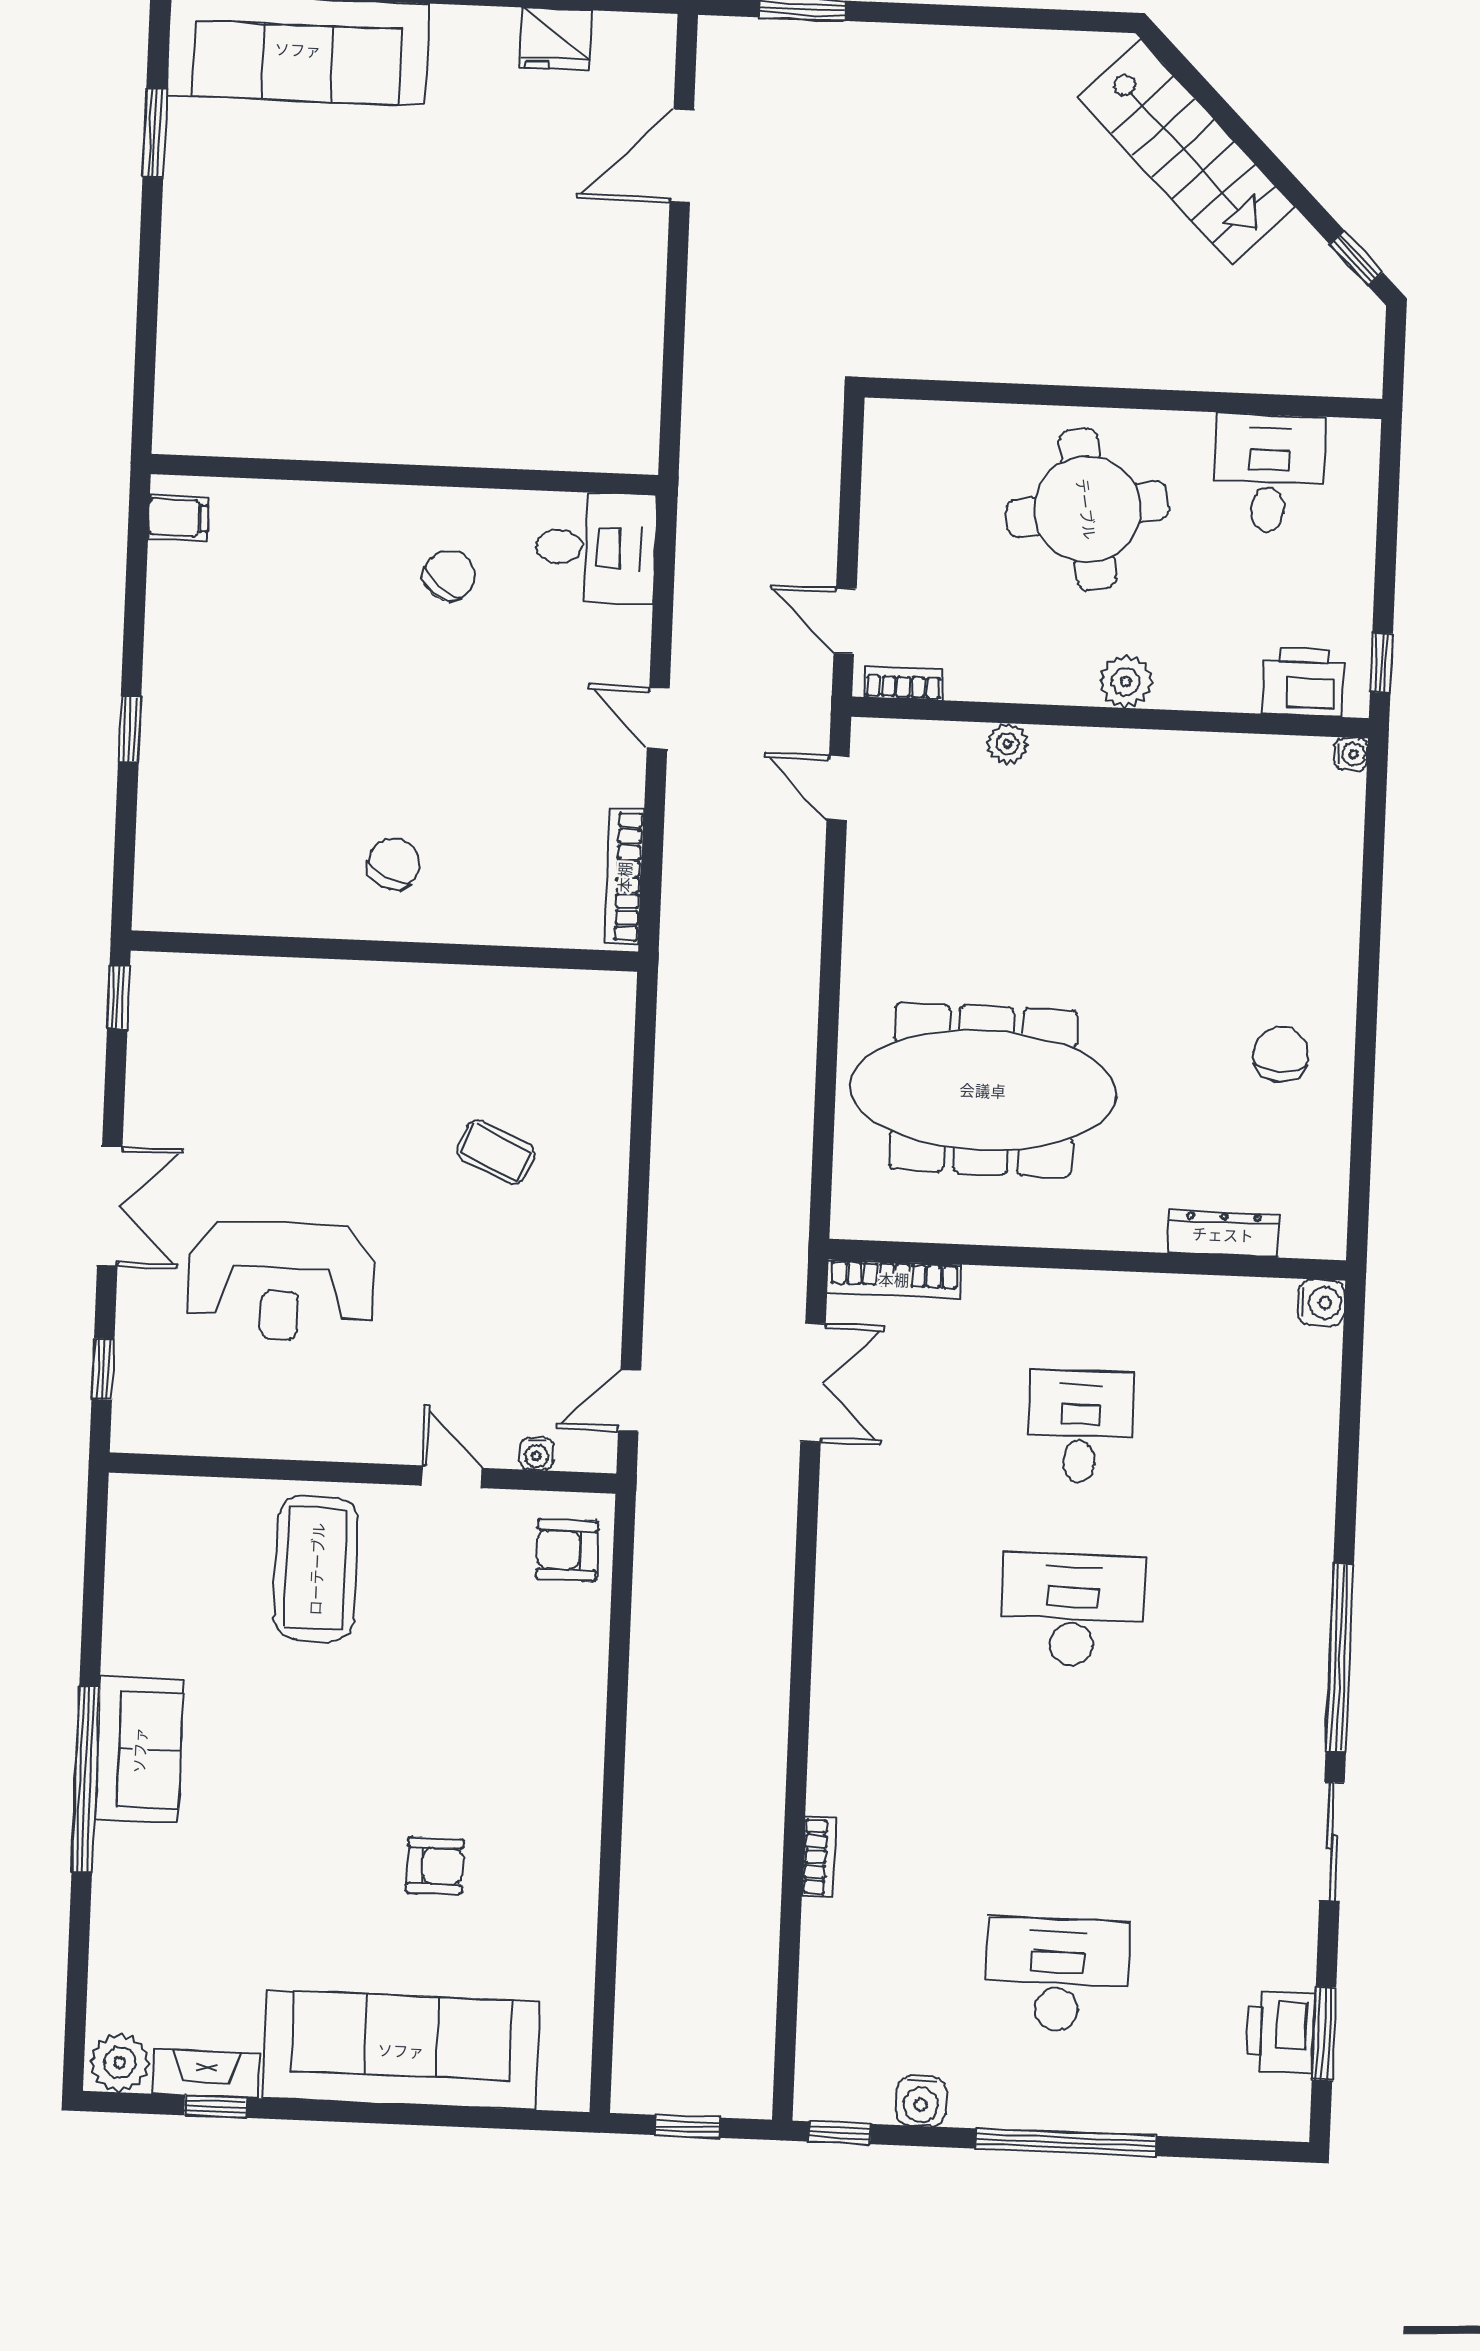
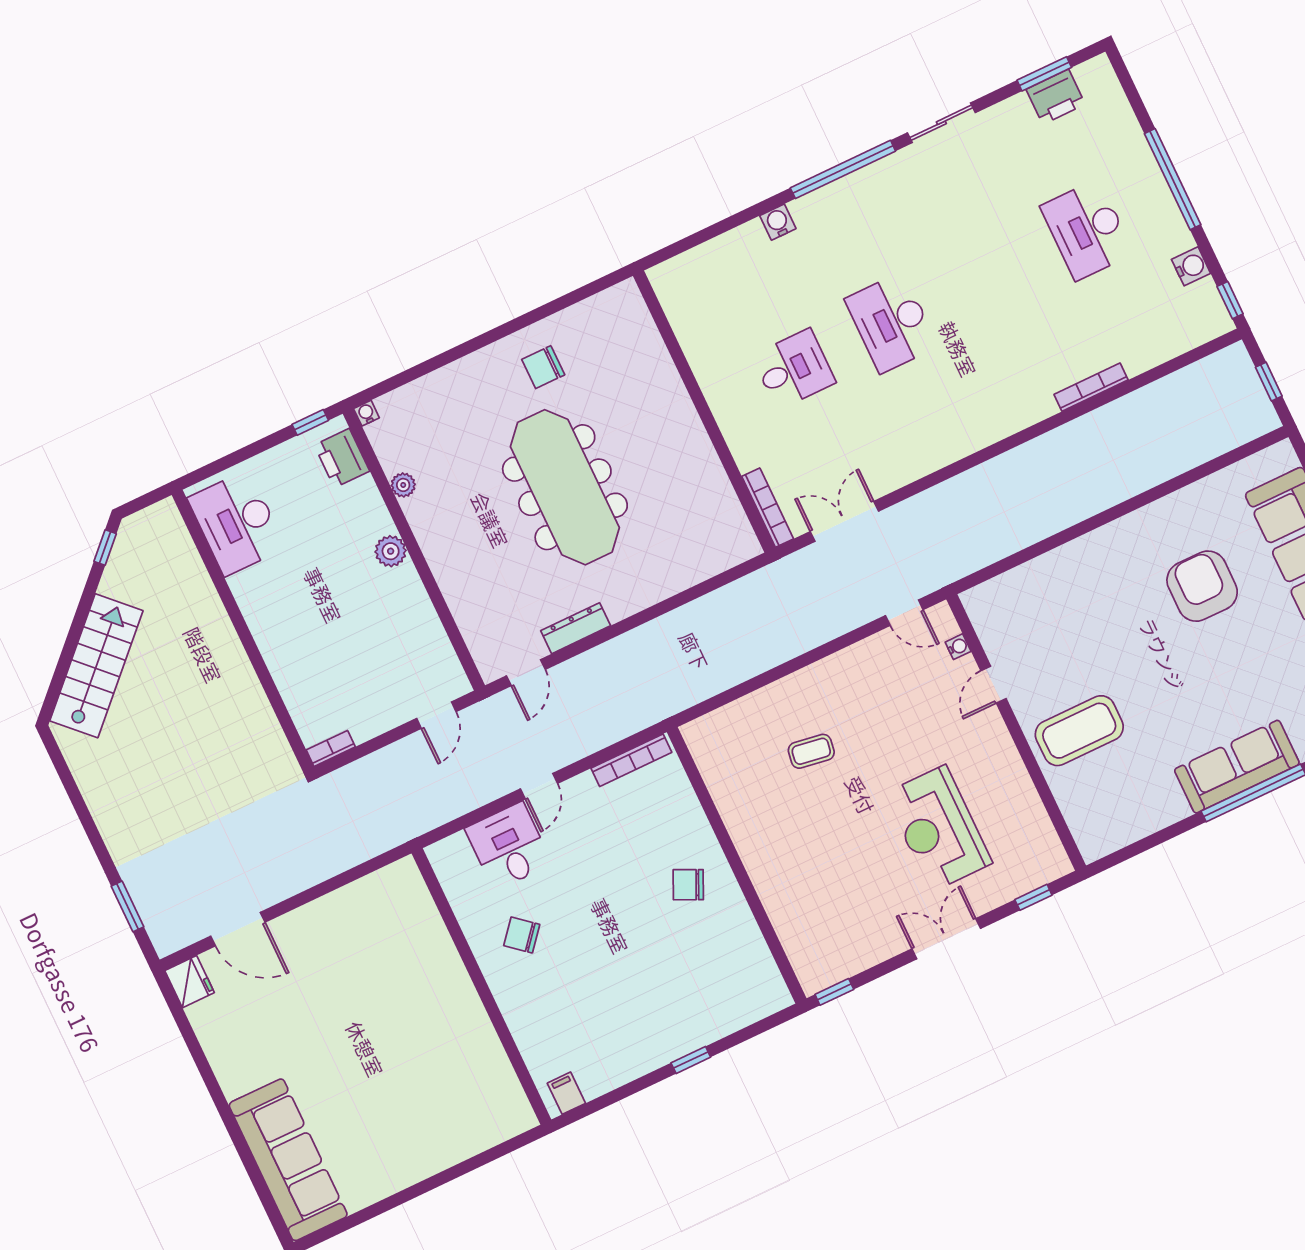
fridge: (556, 39) -> (190, 982), moved
window: (155, 133) -> (371, 1212), removed
desk: (1269, 473) -> (237, 523), width x1.37
round table: (1087, 509) -> (311, 619), removed
desk: (596, 548) -> (509, 846), moved
bookcase: (903, 683) -> (331, 748), moved, turned 90
plant: (1008, 744) -> (403, 485), moved
meeting table: (983, 1090) -> (565, 487), moved
coffee table: (496, 1152) -> (811, 751), turned 75
dresser: (1223, 1234) -> (576, 628), moved, turned 90
reception desk: (281, 1281) -> (938, 828), turned 180
water cooler: (1321, 1303) -> (778, 222), moved
desk: (1080, 1427) -> (794, 369), turned 180
armchair: (567, 1550) -> (1000, 604), removed
sofa: (139, 1750) -> (1237, 767), width x1.36
bookcase: (819, 1857) -> (1091, 387), width x1.56
armchair: (435, 1866) -> (1202, 586), width x1.88, depth x1.88

